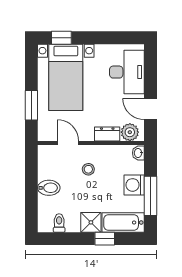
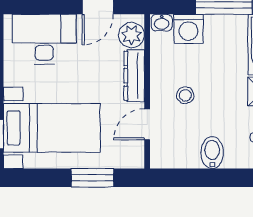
dresser: (107, 134) -> (134, 76), width x1.44
washing machine: (134, 185) -> (188, 29), moved

